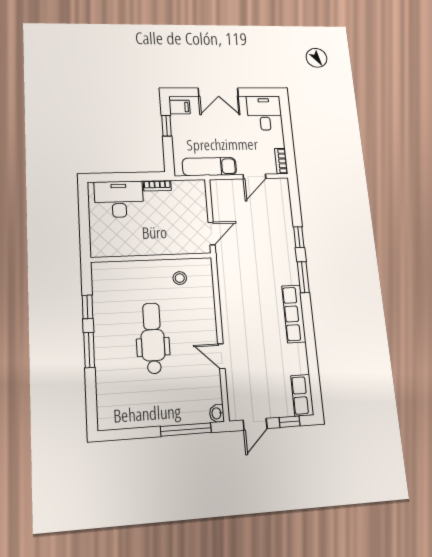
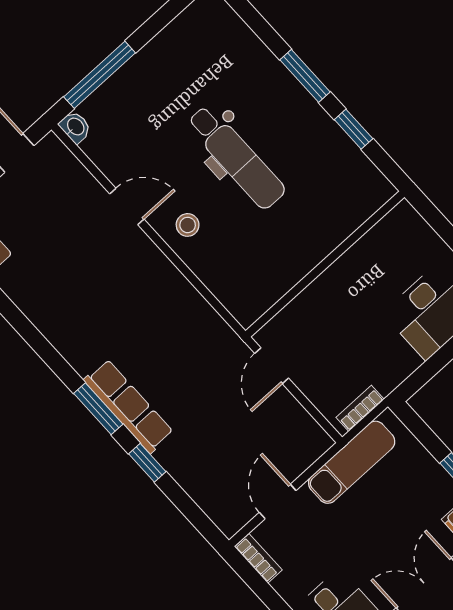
bookcase: (157, 186) -> (360, 408), moved
stool: (180, 278) -> (188, 225), moved
row of seats: (294, 314) -> (128, 406), moved

